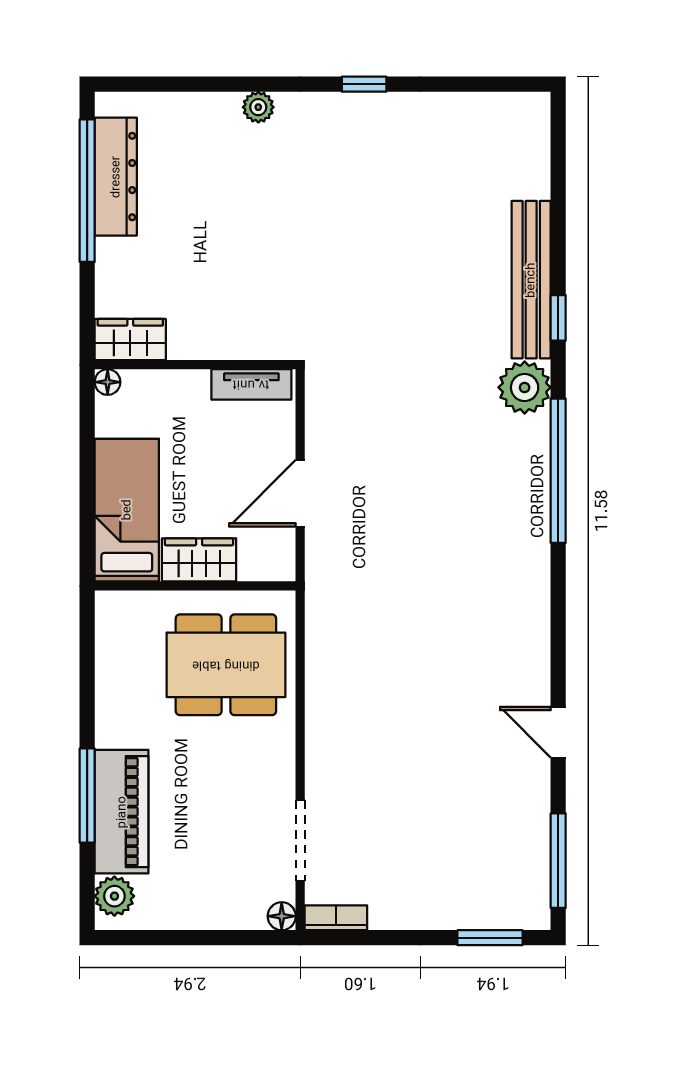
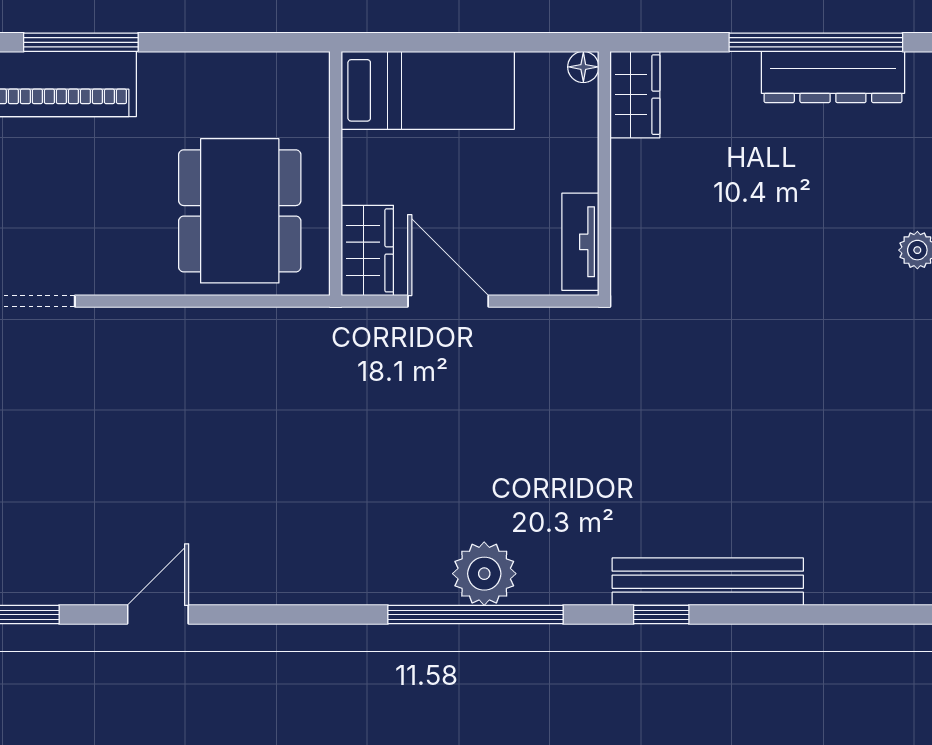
plant: (525, 387) -> (484, 574), moved
wardrobe: (199, 560) -> (367, 250), moved

